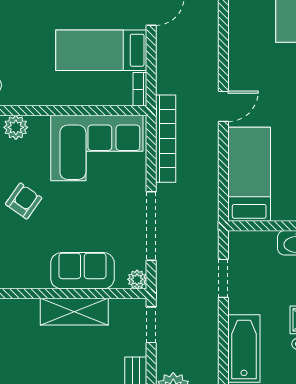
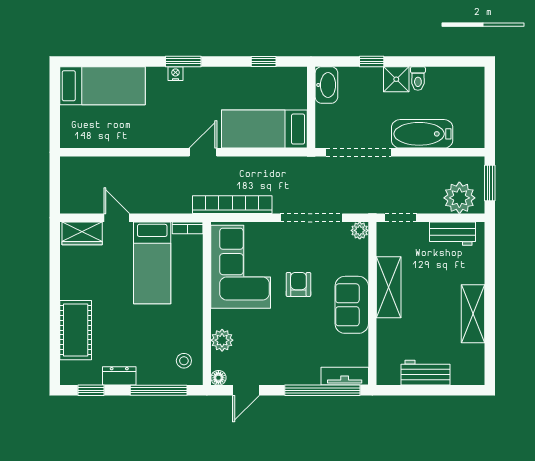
door: (223, 106) -> (203, 152), hinge flipped
armchair: (24, 201) -> (298, 284), moved, turned 55
sofa: (82, 271) -> (352, 305), moved
doorway: (223, 278) -> (359, 152), width x1.87

